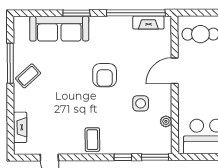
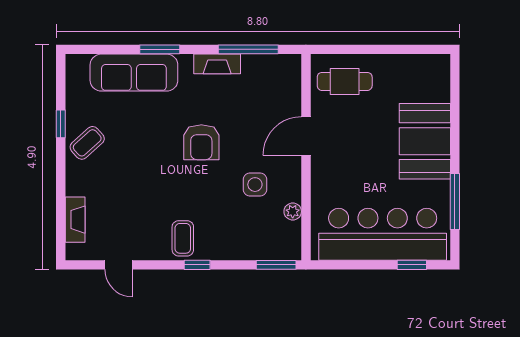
window: (136, 13) -> (248, 49), width x0.68
fireplace: (148, 23) -> (217, 64), moved
window: (10, 63) -> (61, 124), width x0.46
window: (123, 157) -> (197, 265), moved

